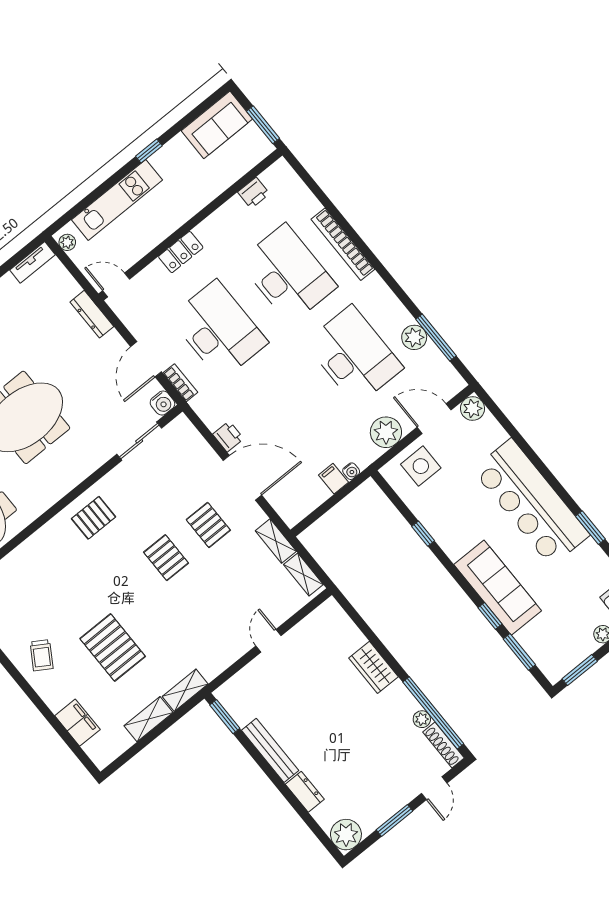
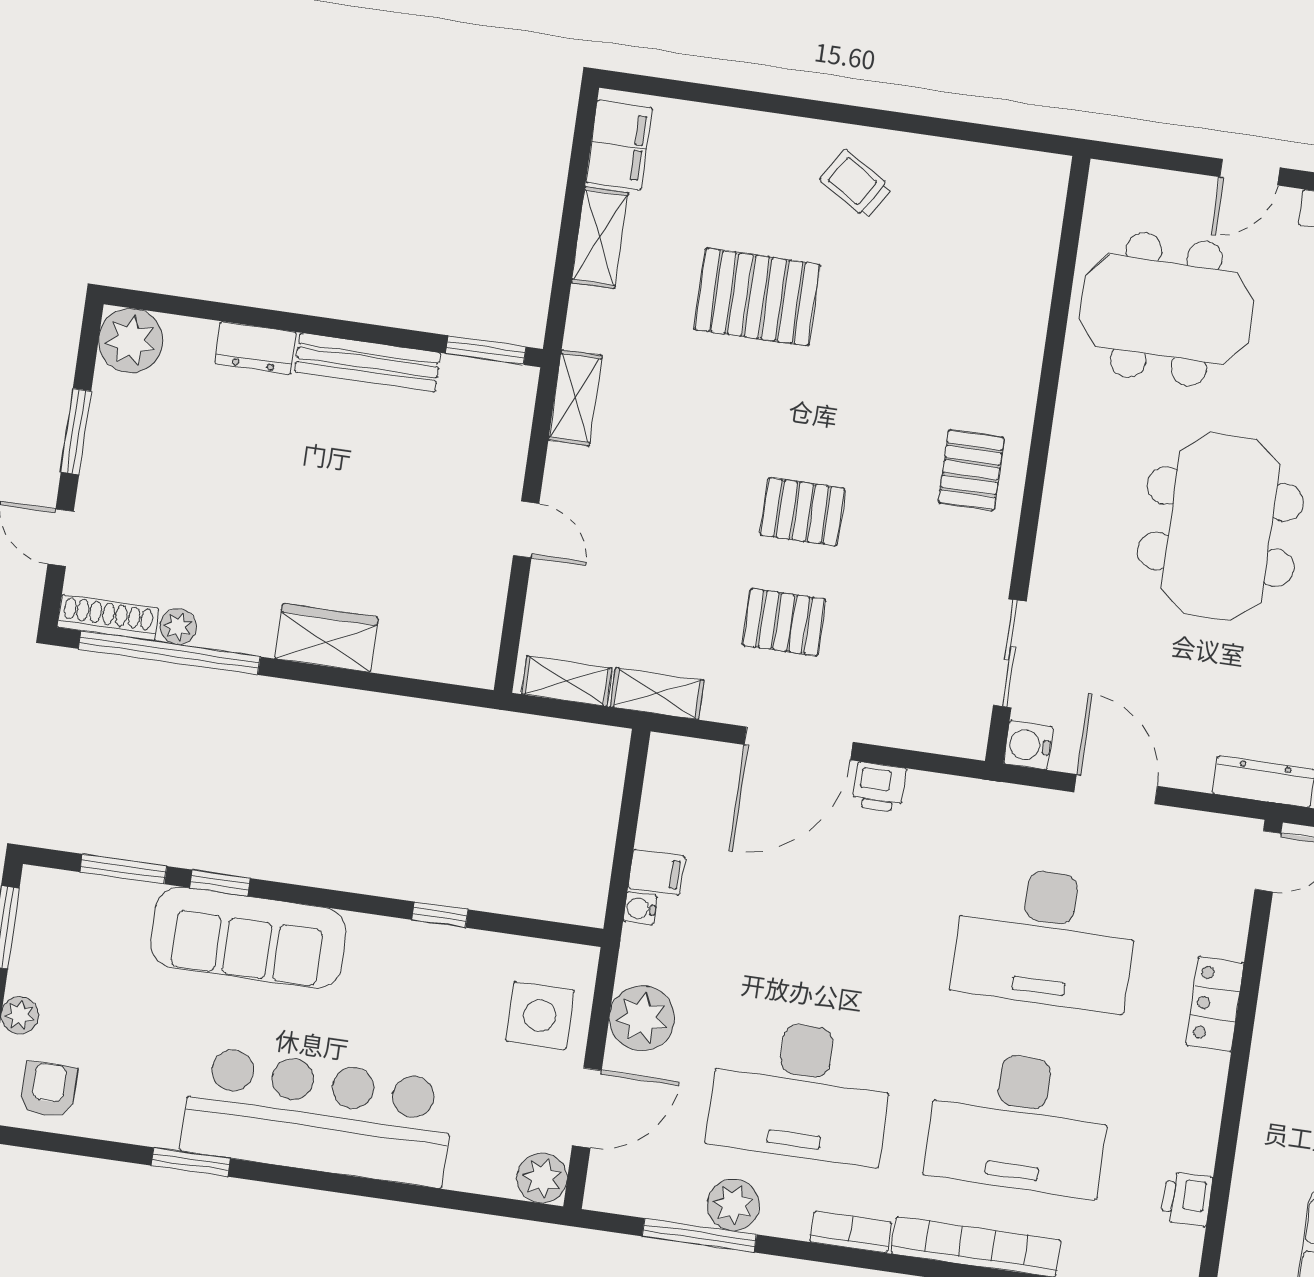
bookcase: (180, 383) -> (851, 1232), moved, turned 180
shelving: (185, 690) -> (575, 398), moved
filing cabinet: (77, 723) -> (619, 145), moved, turned -90

